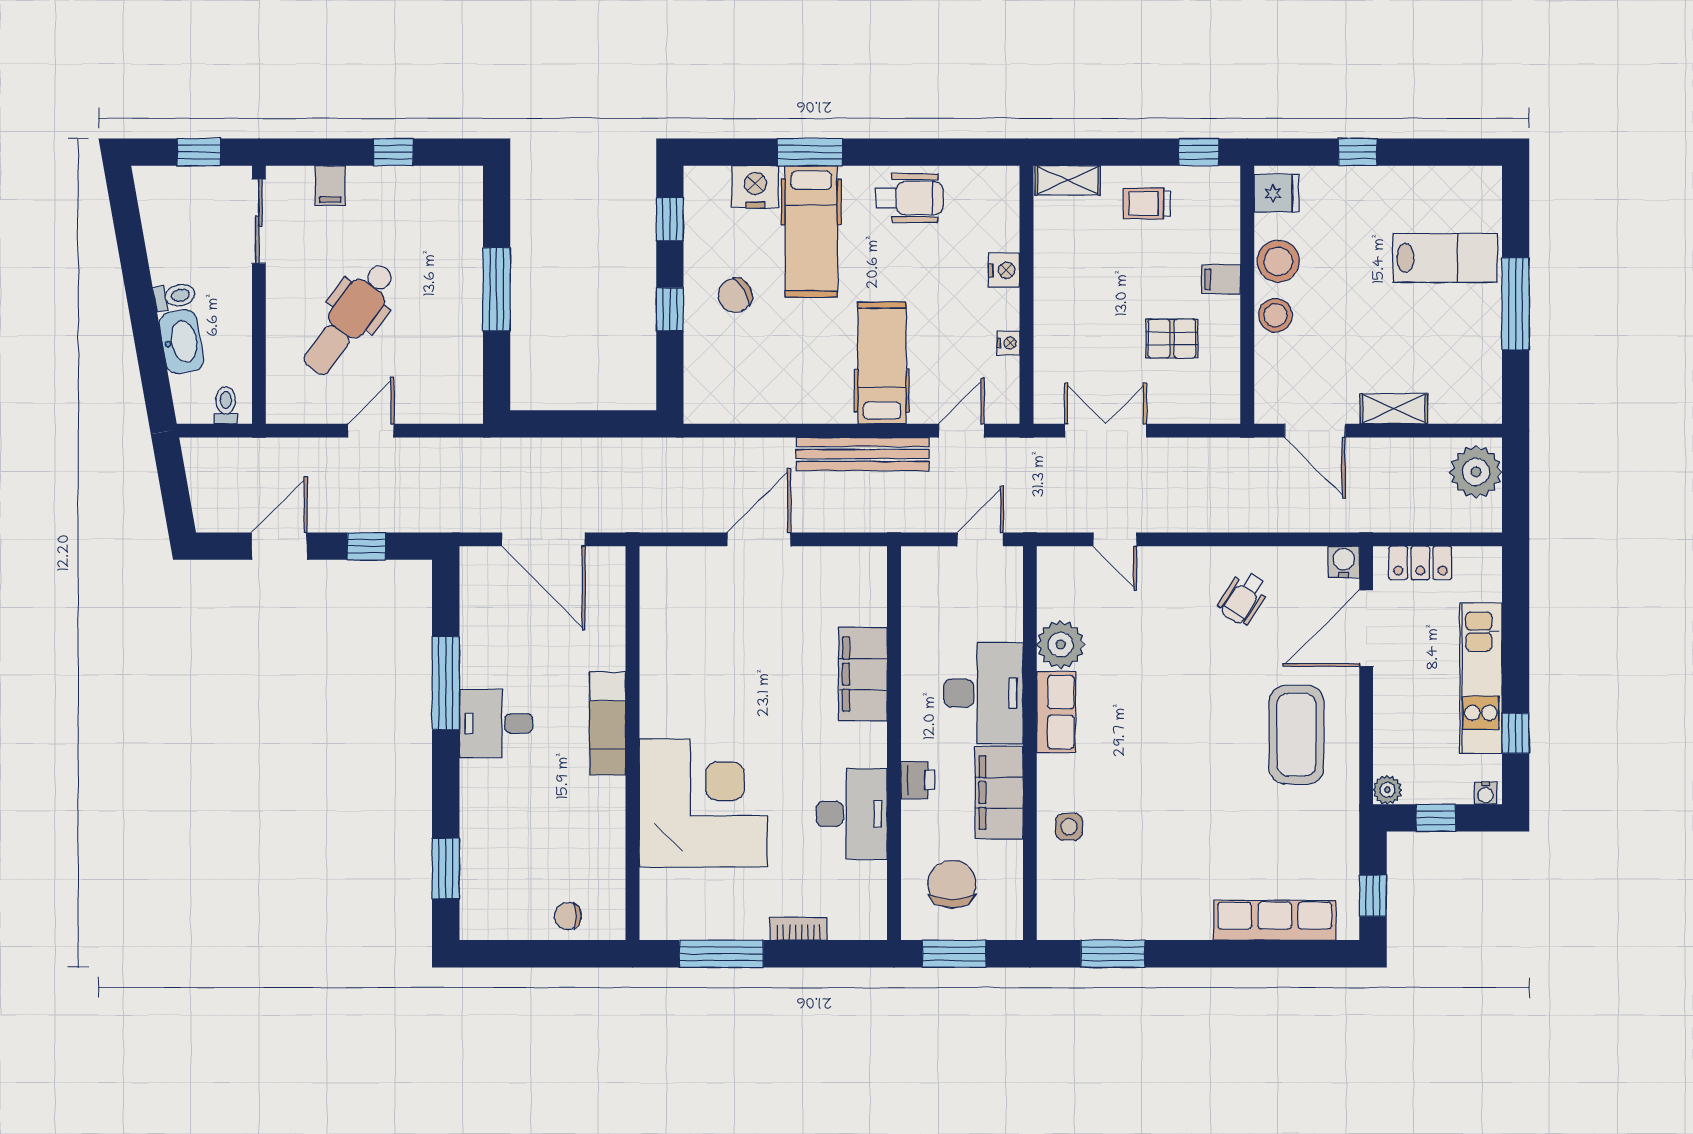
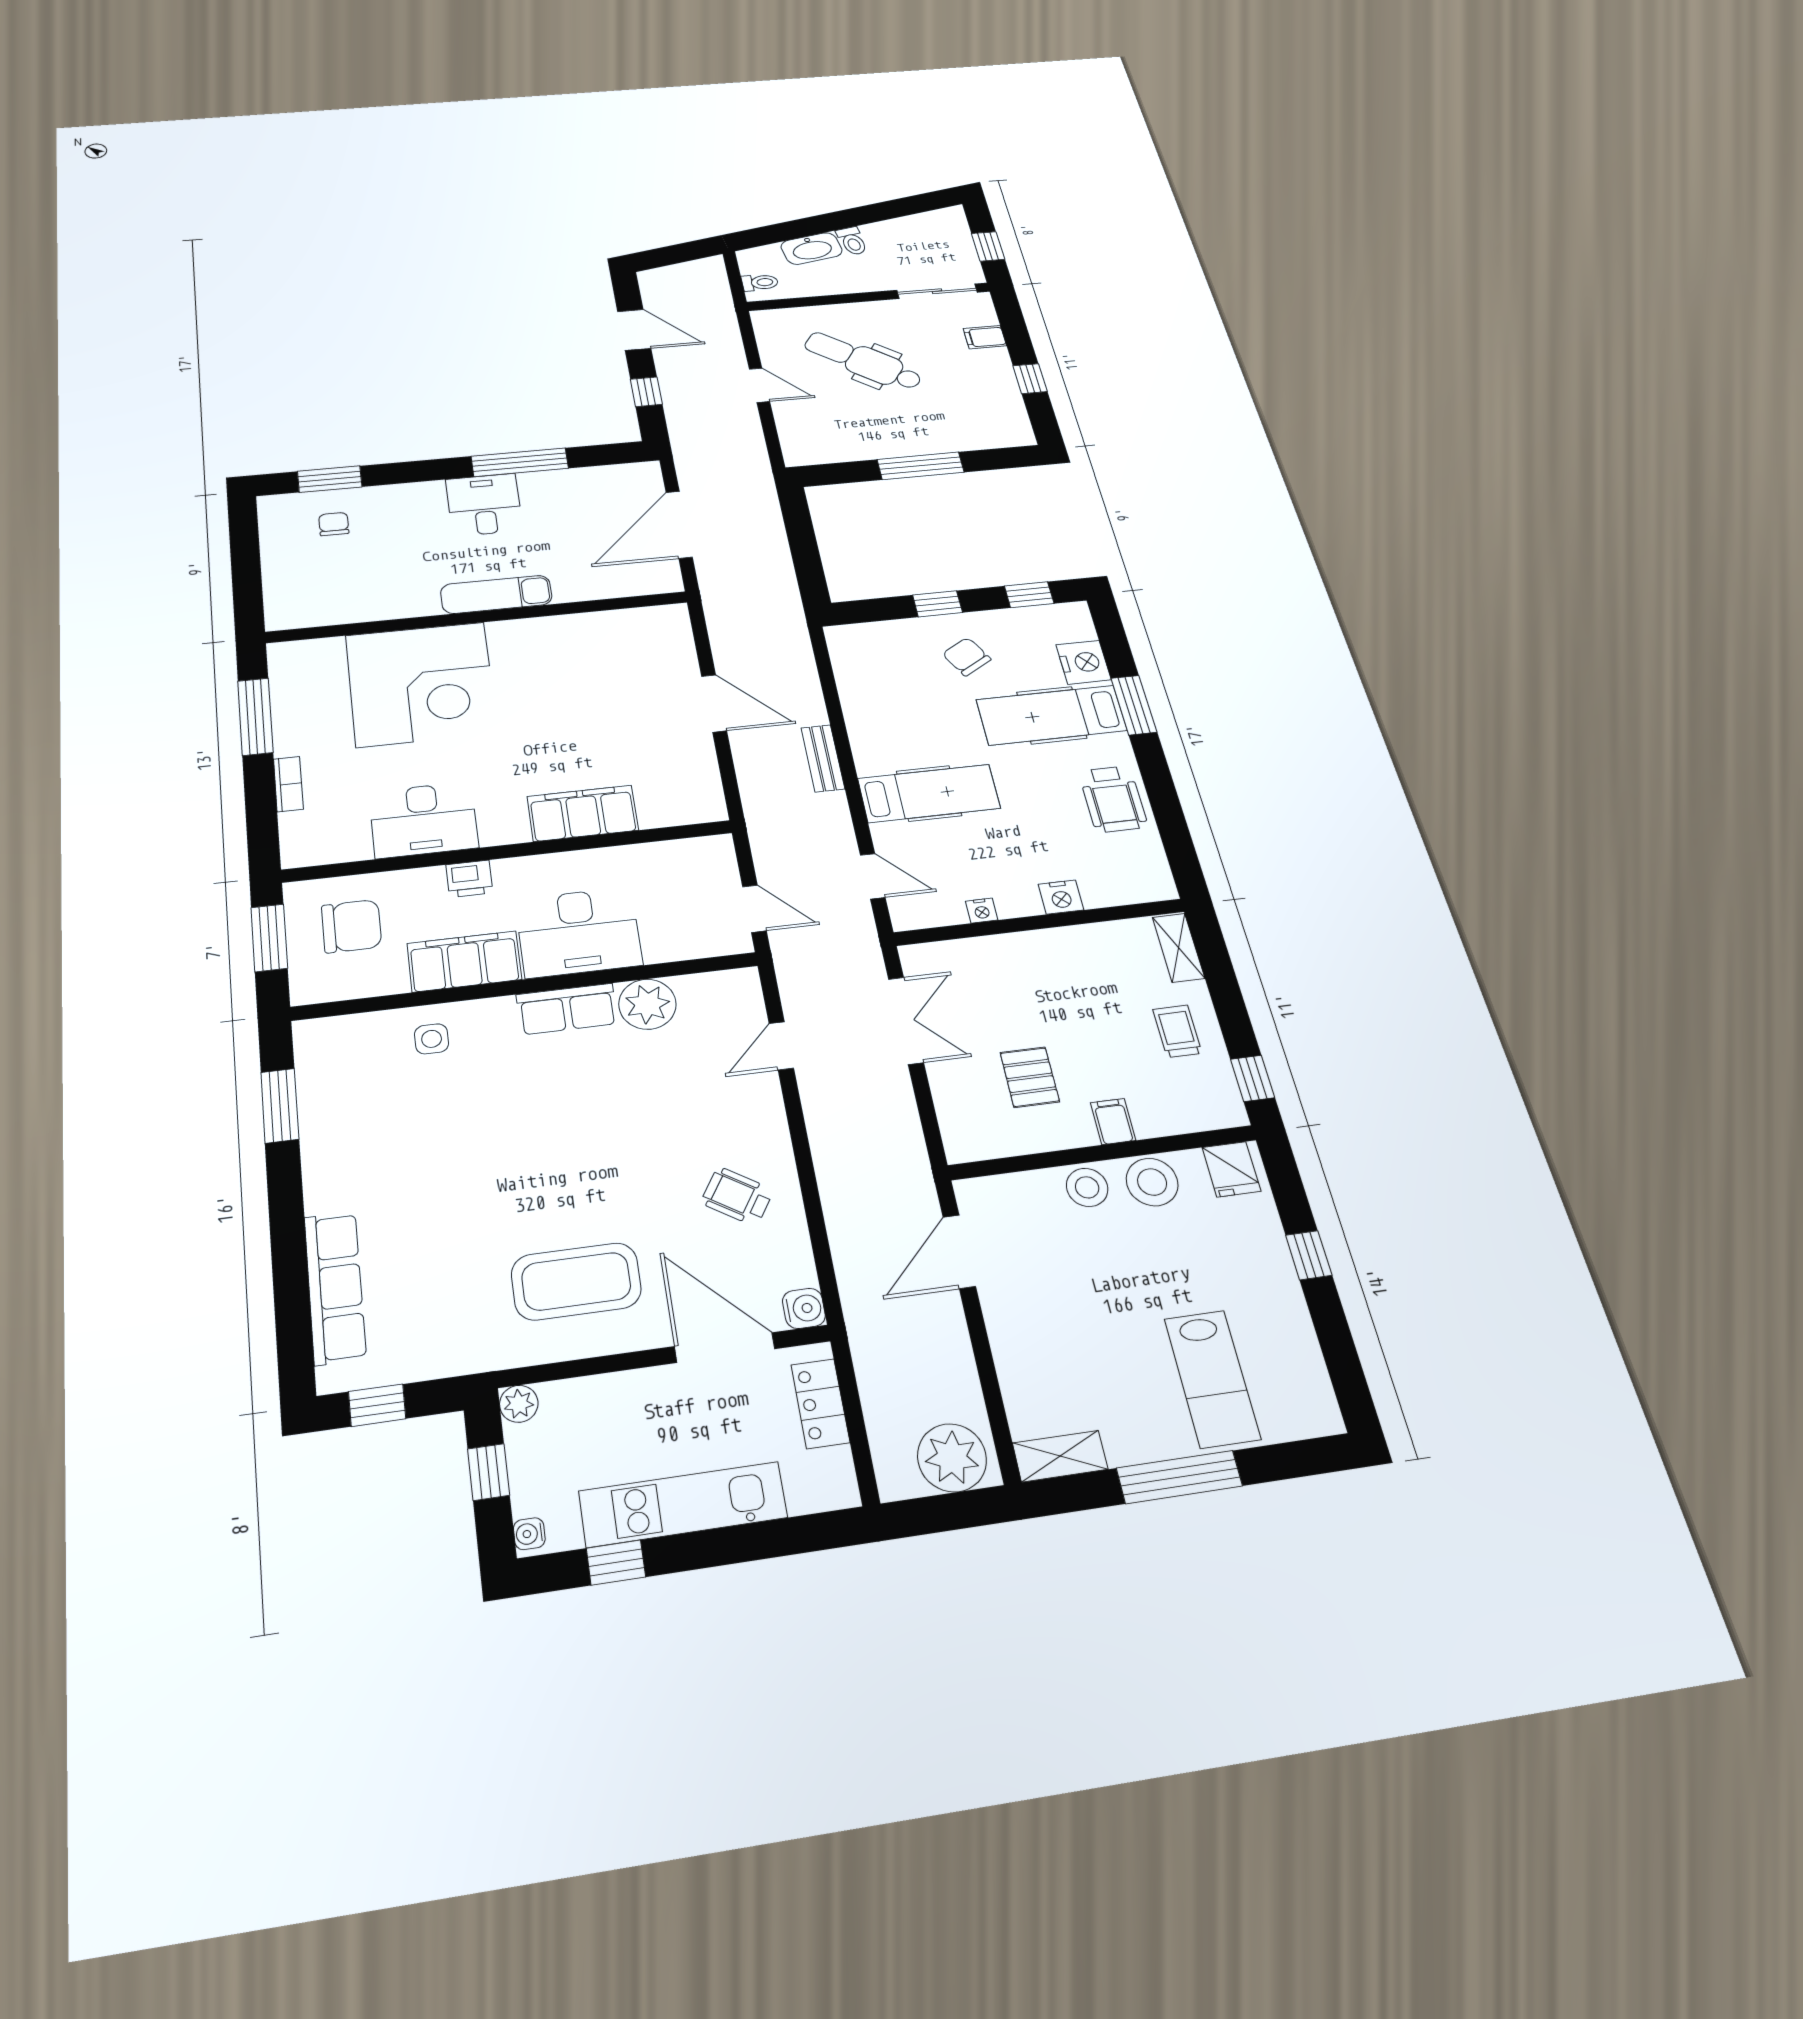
shelving: (1394, 409) -> (1060, 1456), moved, turned 90
bench: (863, 454) -> (823, 758), width x0.54, depth x0.82
chair: (568, 916) -> (334, 524), moved

